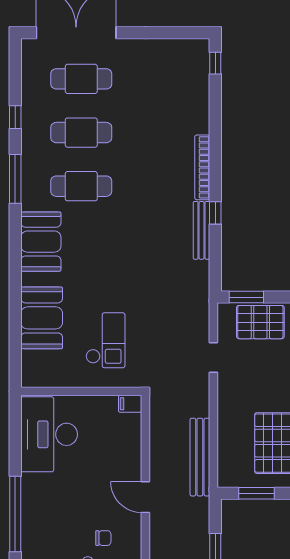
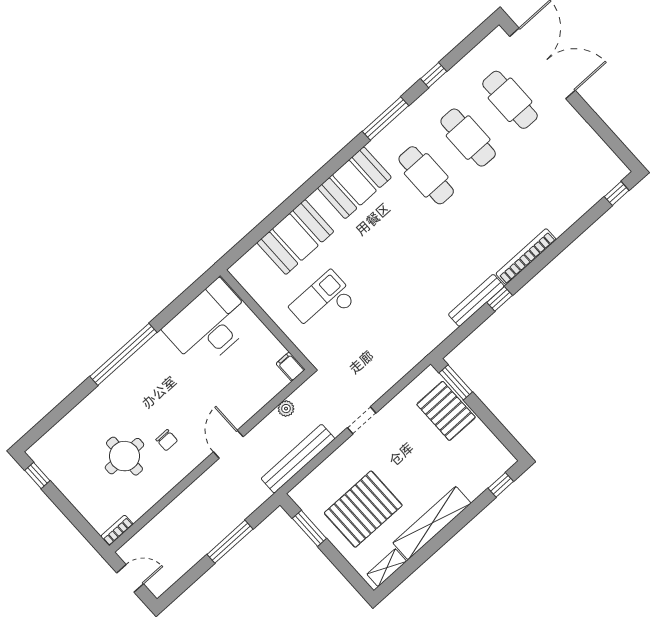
checkout: (105, 340) -> (323, 303), turned 180
doorway: (213, 358) -> (362, 420), moved
plant: (157, 434) -> (286, 409), added

